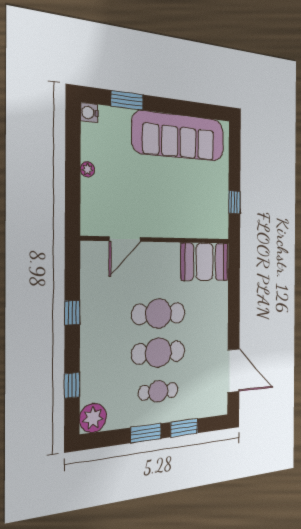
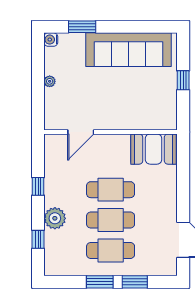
window: (234, 202) -> (183, 80), moved
cafe table: (158, 391) -> (111, 250), width x1.37, depth x1.35
plant: (93, 418) -> (55, 218), moved

